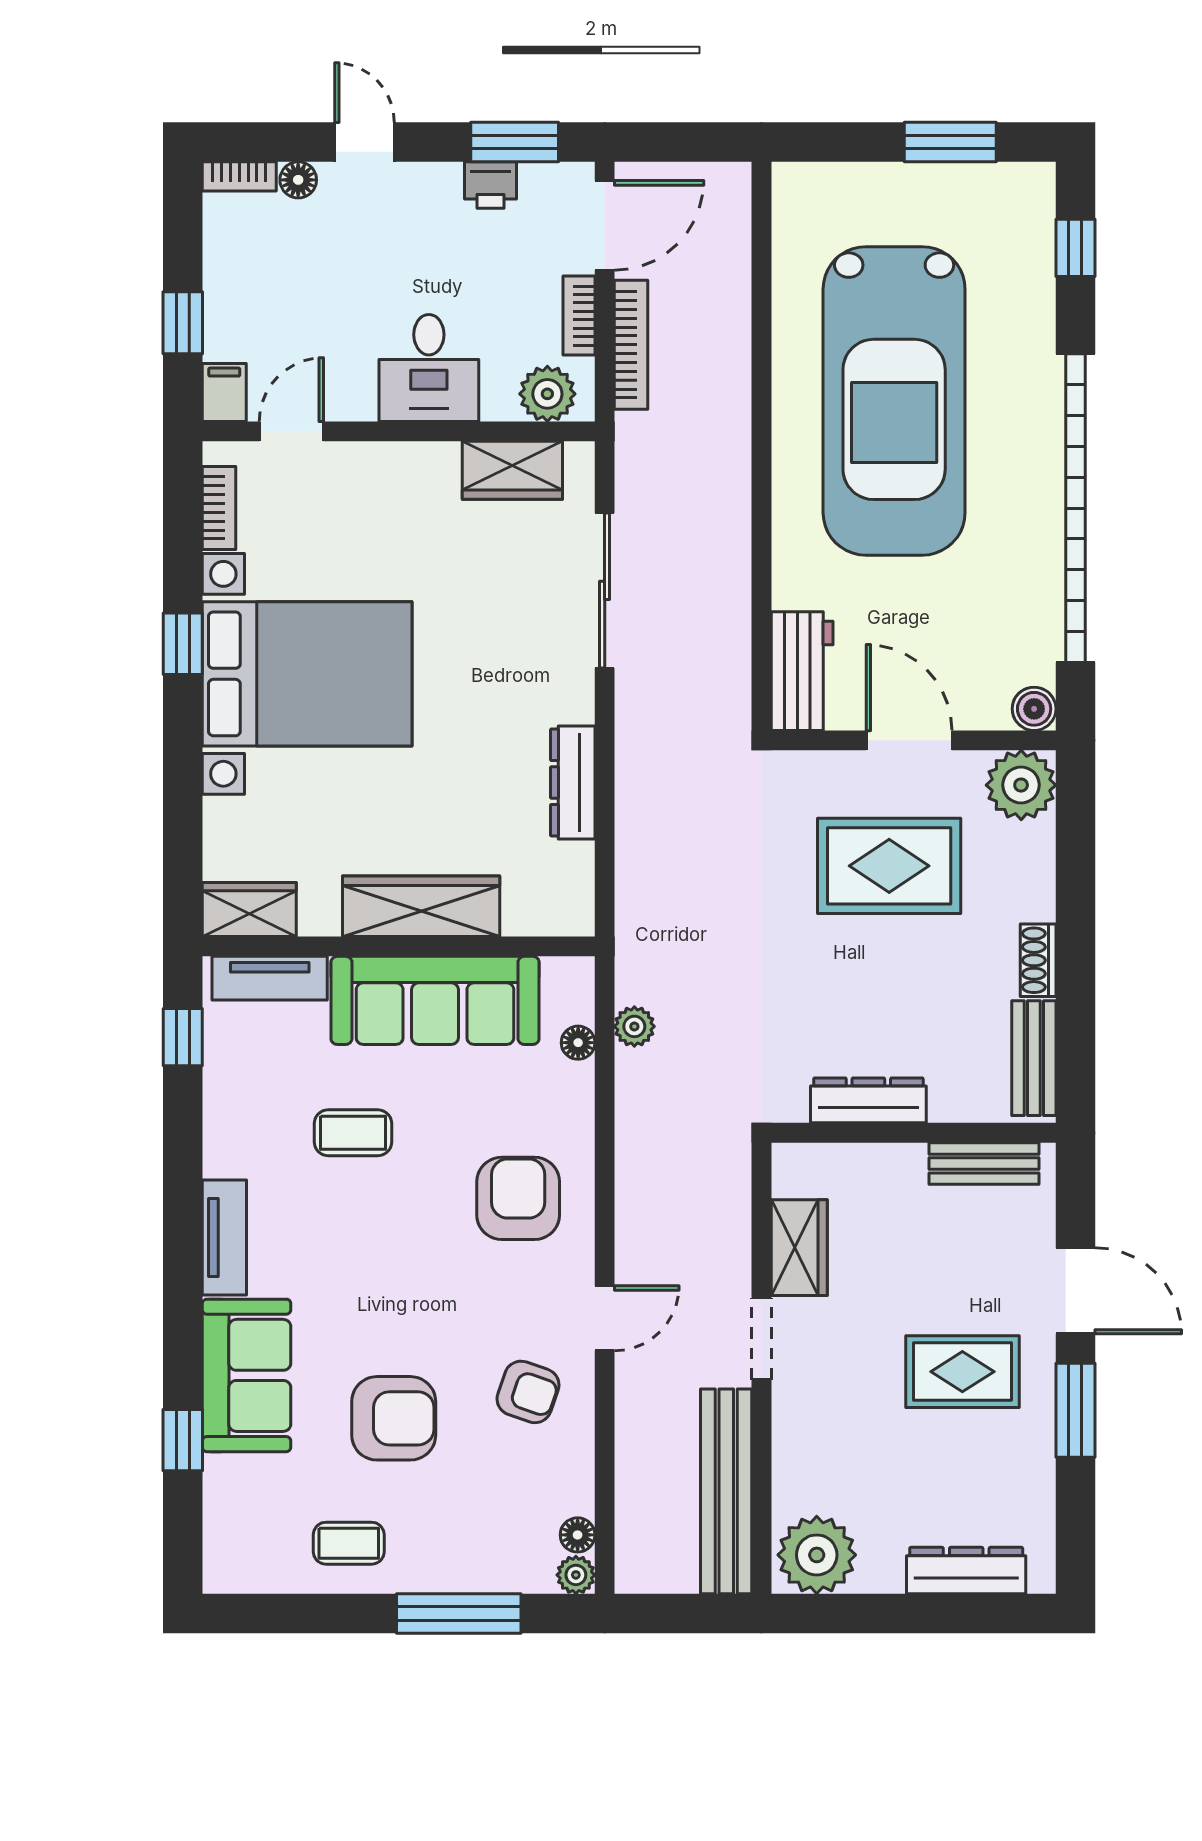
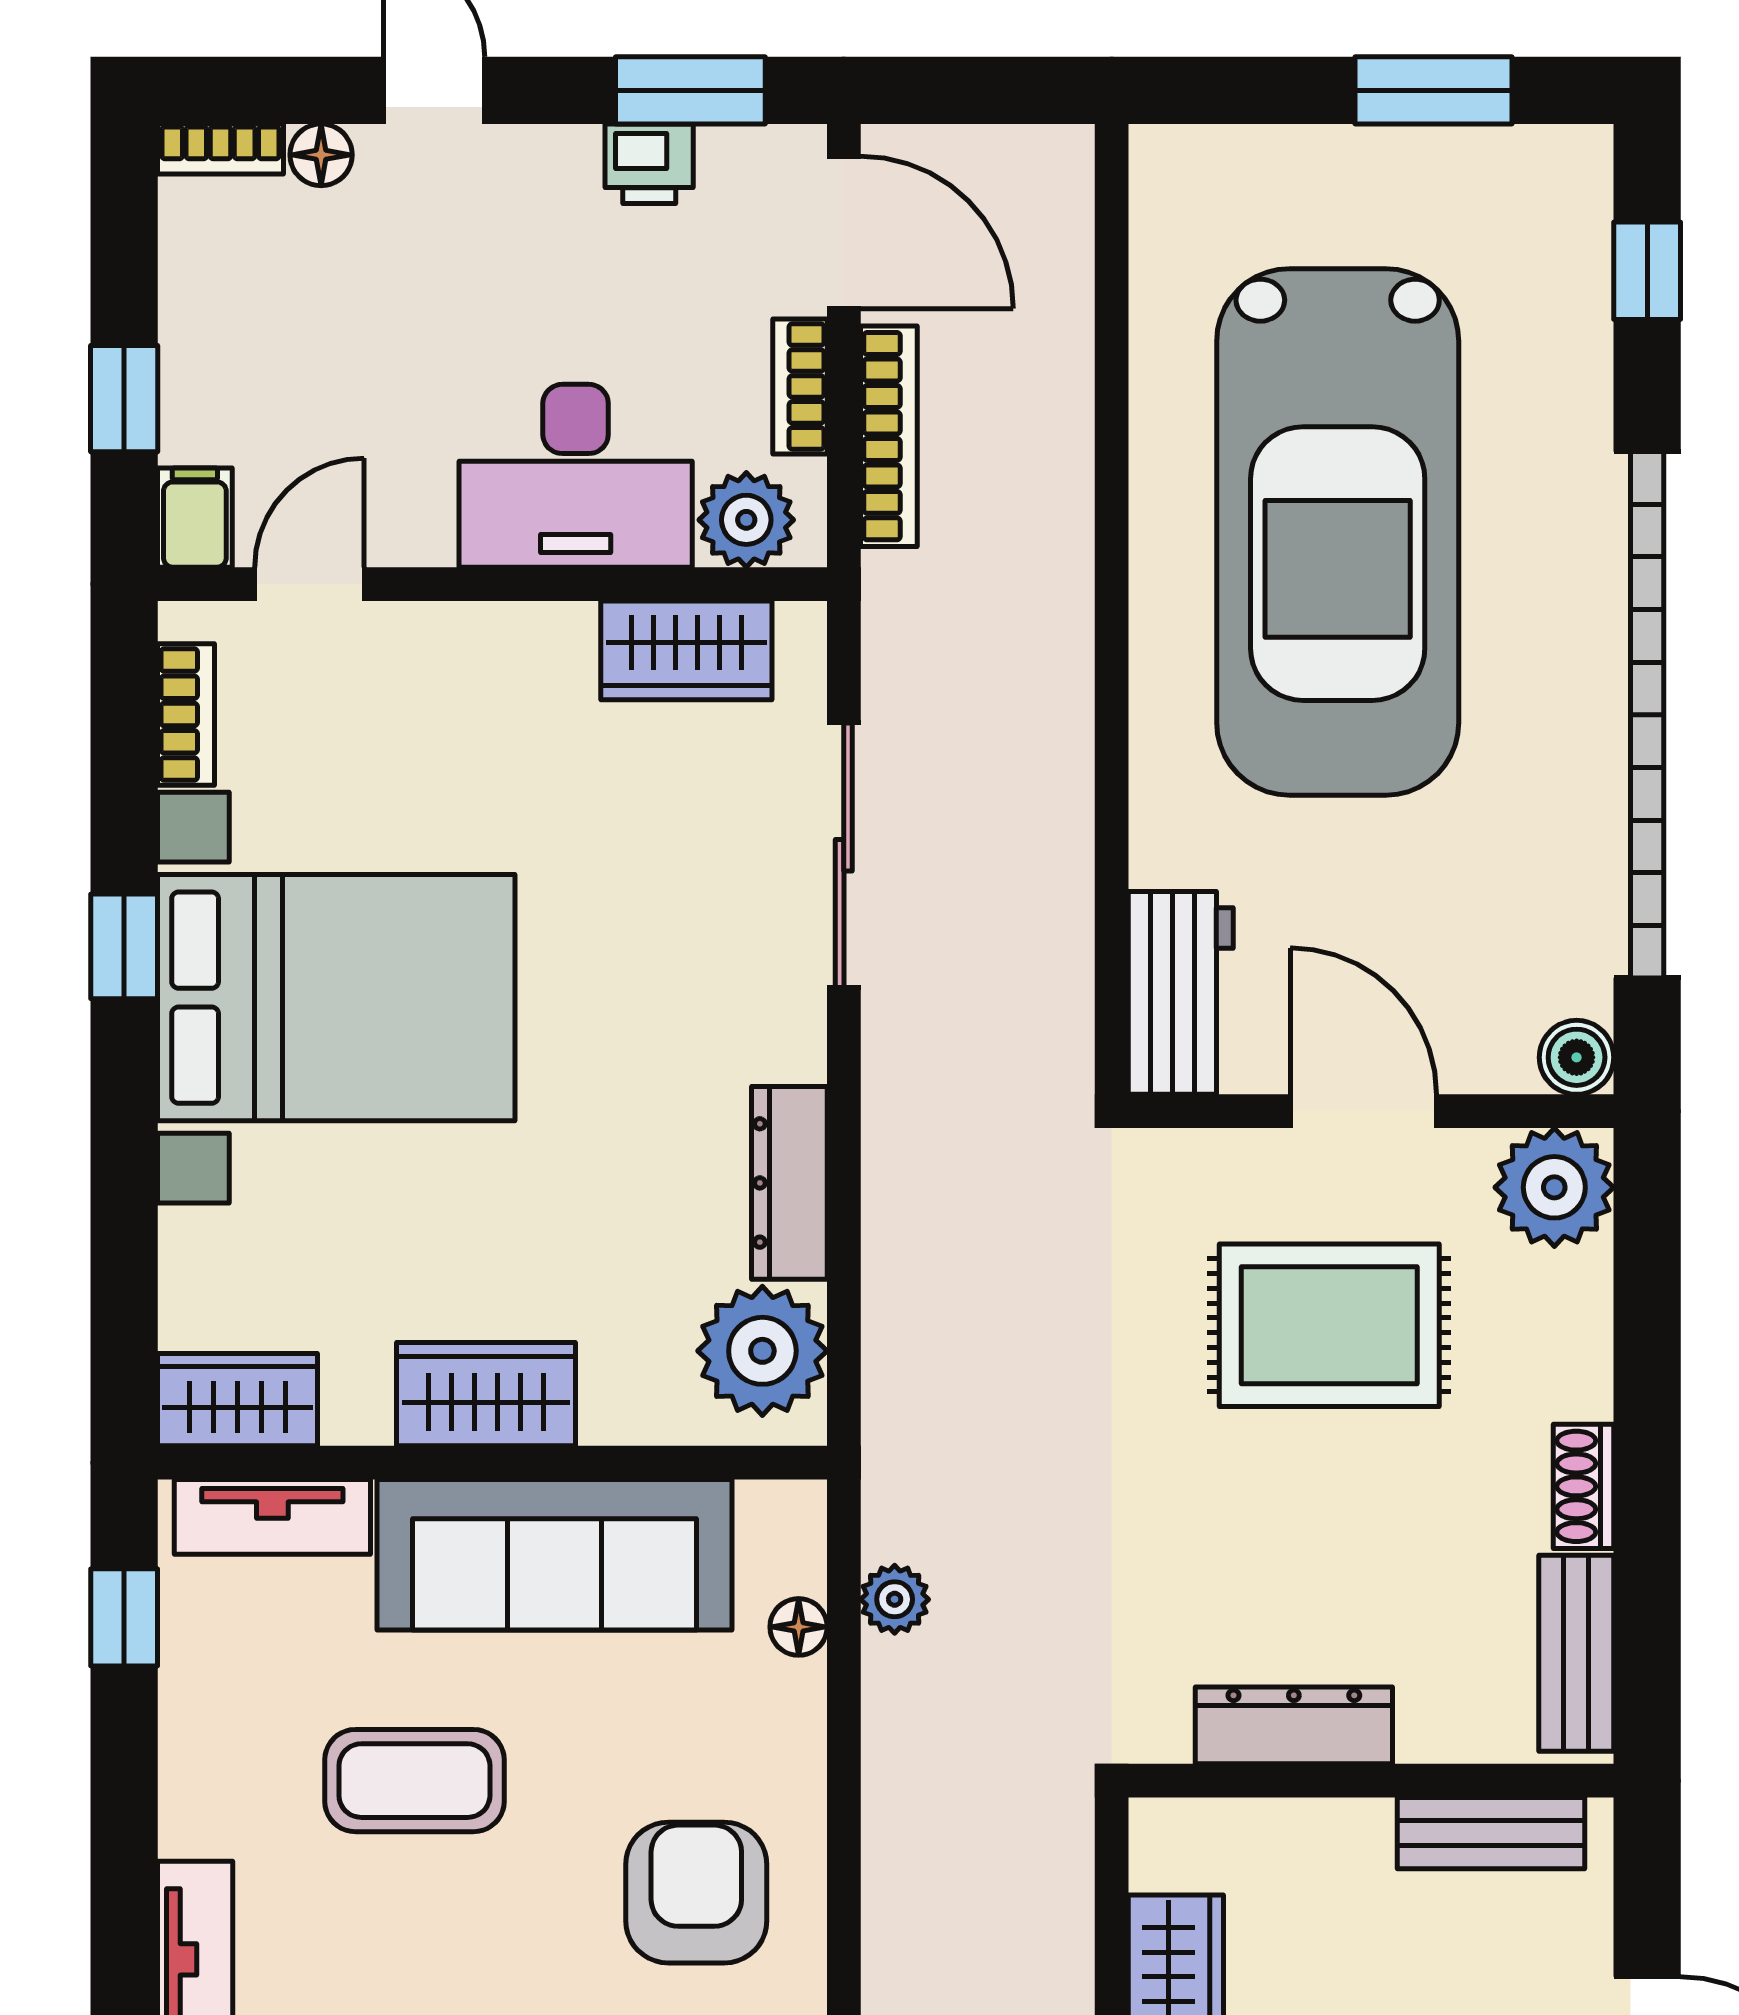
door: (605, 225) -> (844, 232), hinge flipped
desk: (429, 368) -> (576, 476), width x1.37
plant: (557, 881) -> (762, 1351), added
wardrobe: (421, 906) -> (486, 1394), width x0.67
coffee table: (353, 1133) -> (414, 1781), width x1.36, depth x1.30

